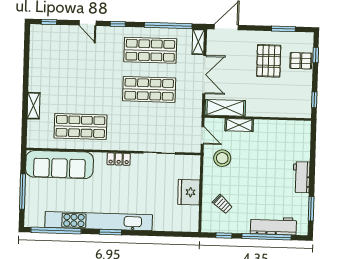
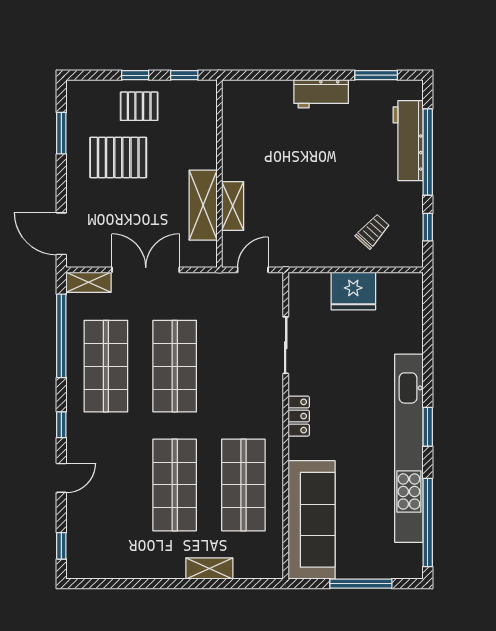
window: (316, 55) -> (135, 75), moved
pallet: (301, 61) -> (139, 106), moved, turned 90
shop shelf: (82, 87) -> (175, 485), added
shelving: (225, 108) -> (203, 205), moved
stool: (222, 158) -> (292, 234), removed

